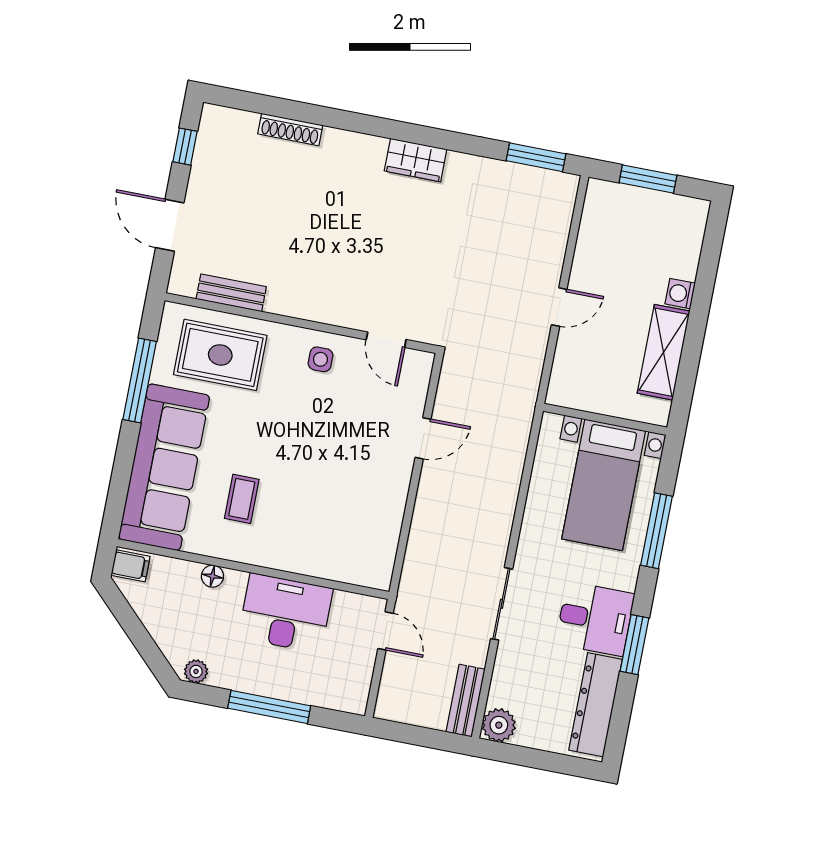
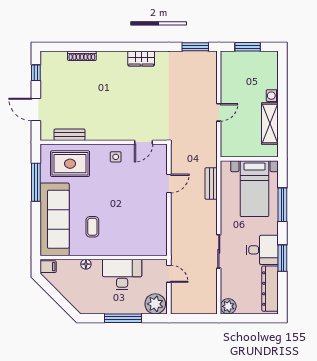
door: (386, 340) -> (144, 142), hinge flipped
plant: (196, 671) -> (155, 304), moved, width x1.88, depth x1.88
bench: (466, 701) -> (211, 183), moved

